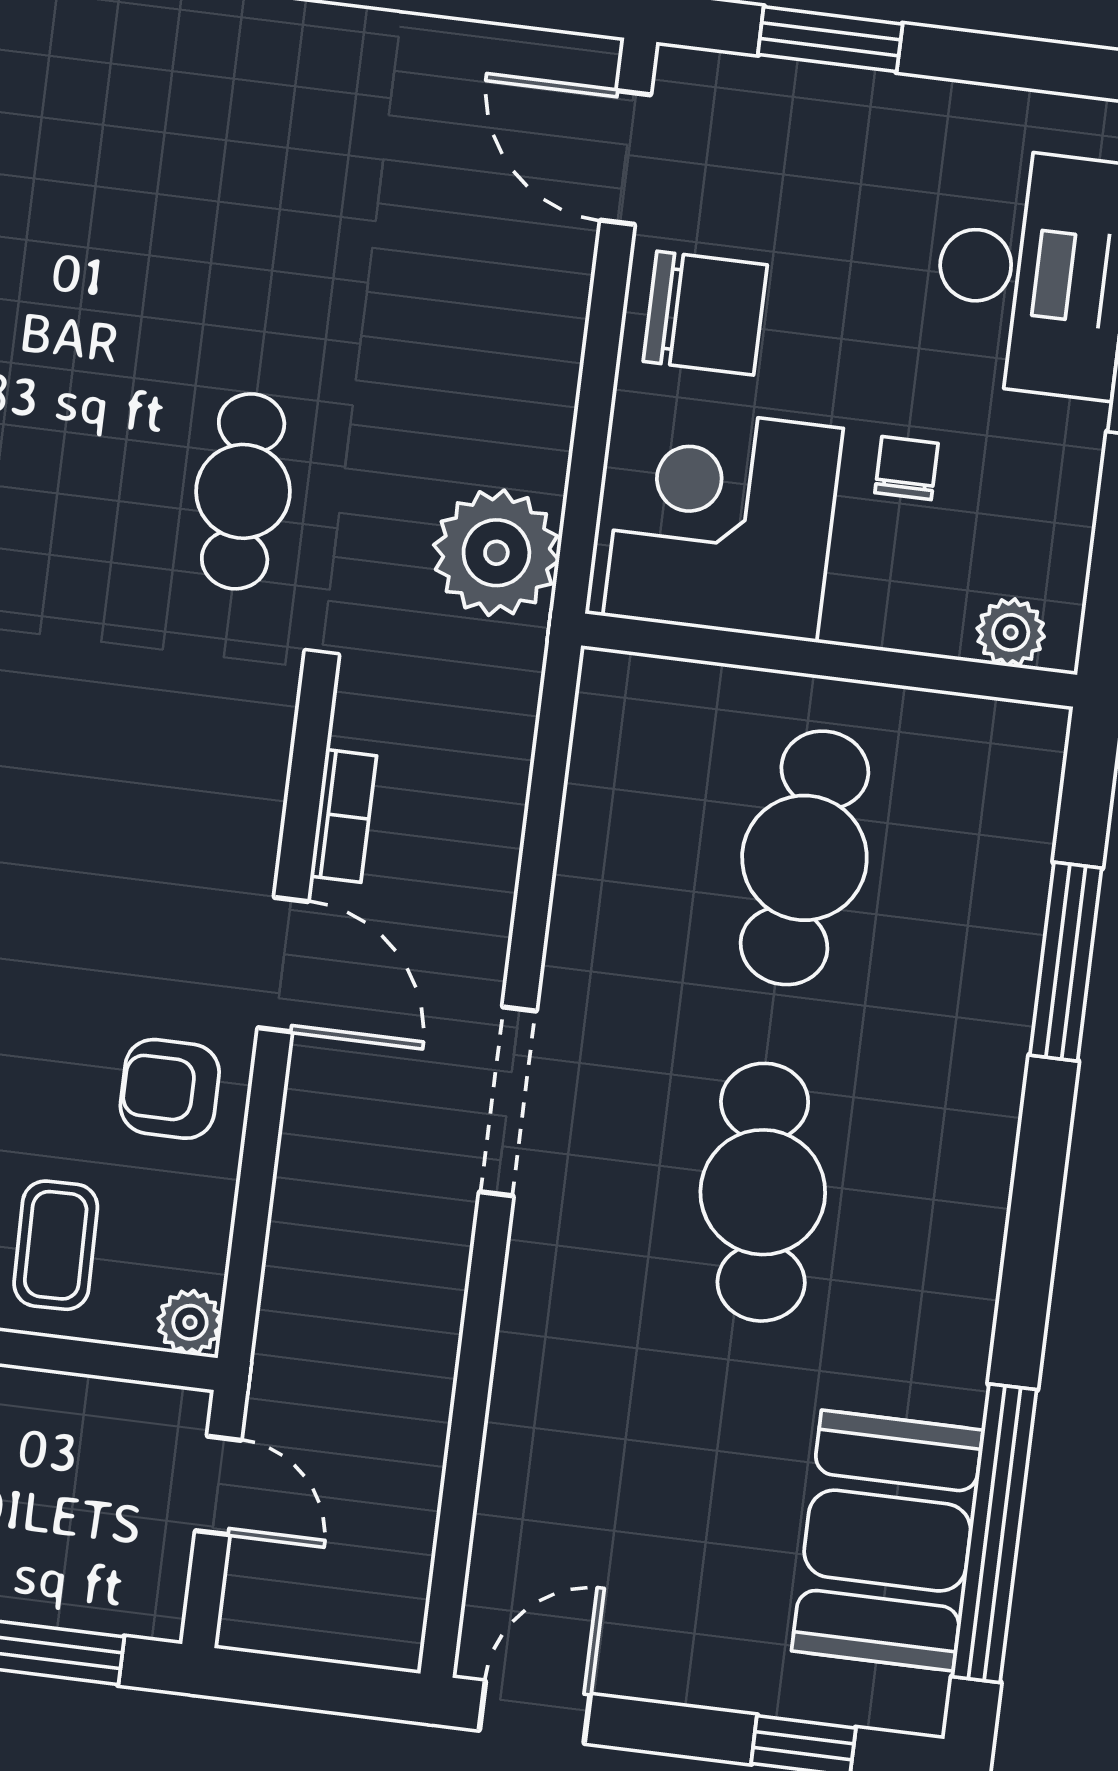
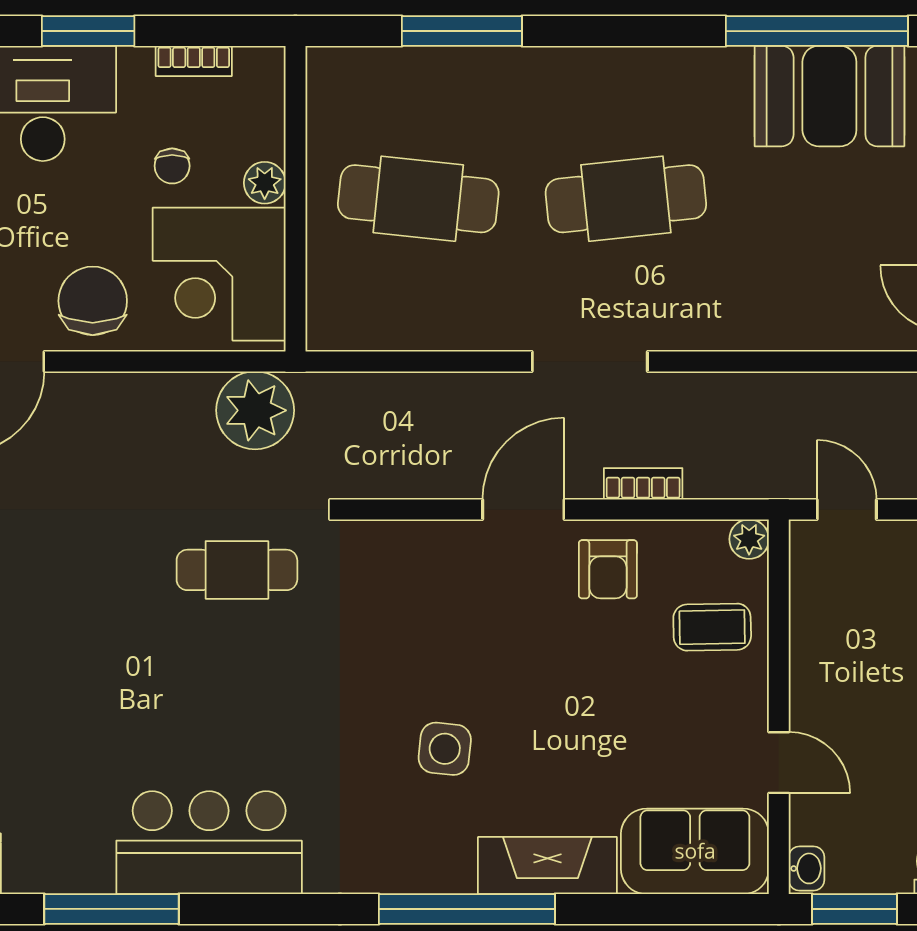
chair: (907, 468) -> (172, 166), turned -90
bookcase: (1071, 524) -> (194, 61), added
plant: (1011, 632) -> (265, 183), moved
bookcase: (343, 816) -> (643, 484), moved
door: (218, 1485) -> (847, 509), hinge flipped

